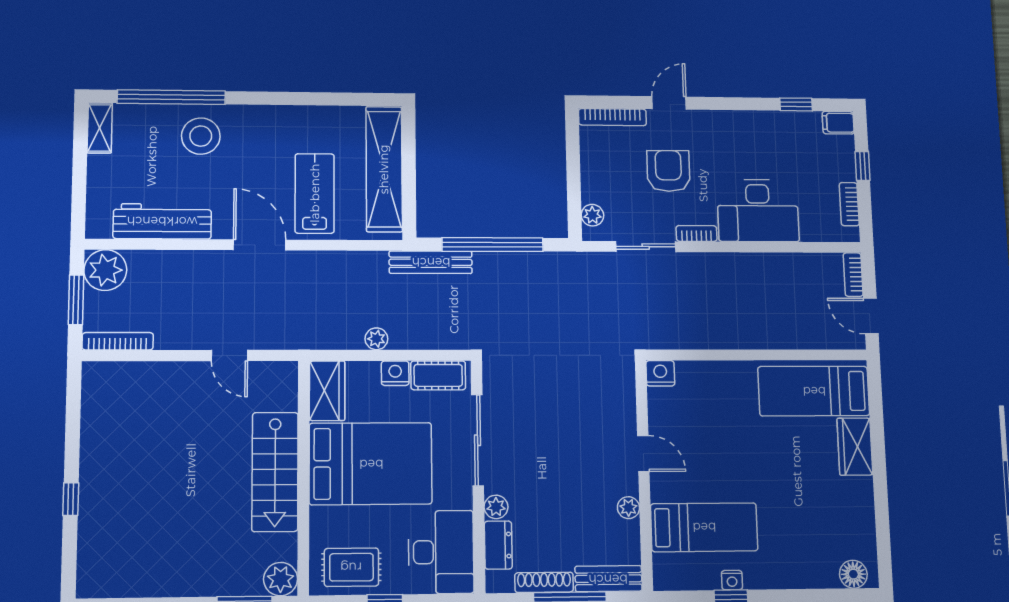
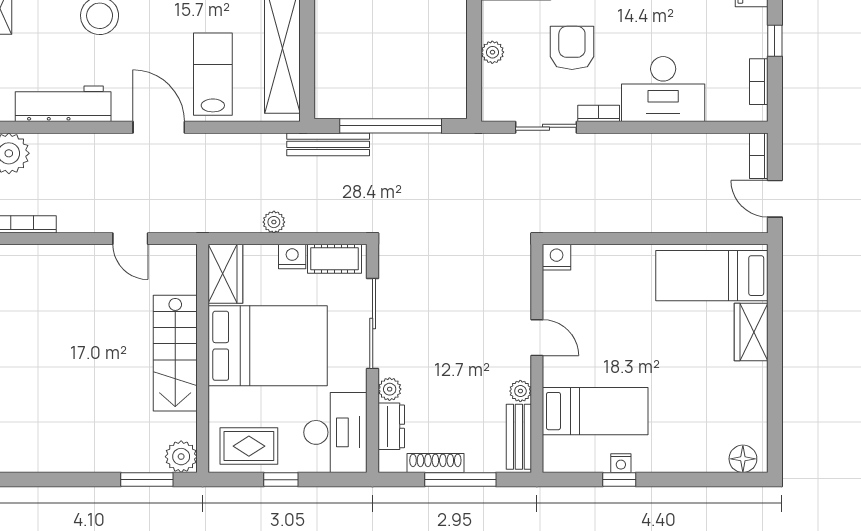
plant: (592, 215) -> (492, 52), moved
bench: (608, 579) -> (519, 437), moved, turned 90

